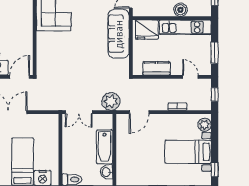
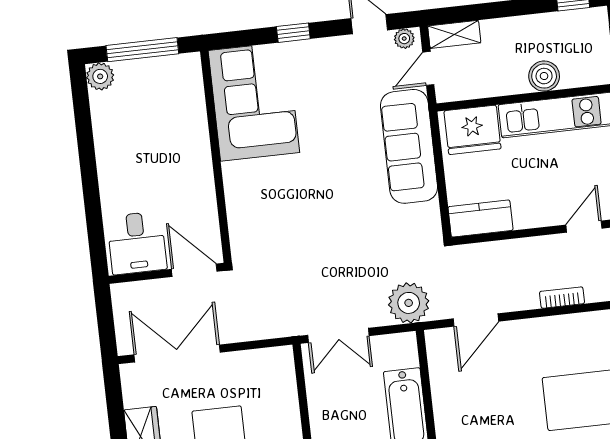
kitchen counter: (156, 68) -> (480, 218), moved
door: (20, 77) -> (194, 270), hinge flipped
door: (190, 77) -> (584, 227), hinge flipped

